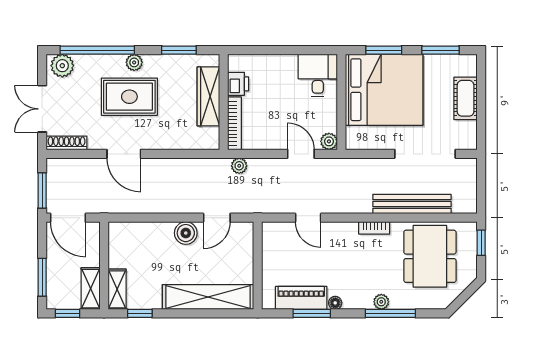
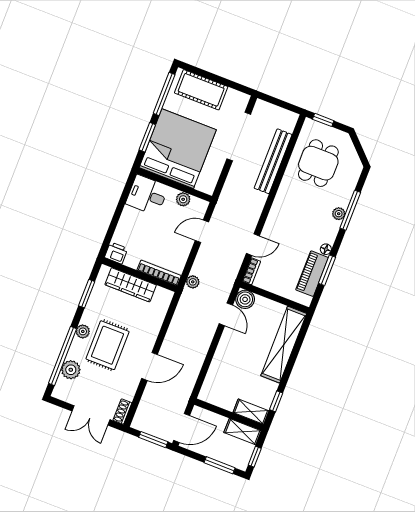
window: (440, 50) -> (164, 94), width x1.44
plant: (62, 66) -> (71, 370), moved
printer: (238, 84) -> (116, 253), moved
cot: (466, 98) -> (201, 90), width x1.37, depth x1.34
plant: (329, 141) -> (183, 199), moved
shoe rack: (67, 143) -> (122, 412), width x0.70
bookcase: (374, 228) -> (251, 271), moved
boiler: (186, 233) -> (245, 299), moved
dining table: (430, 256) -> (318, 163), width x0.73

